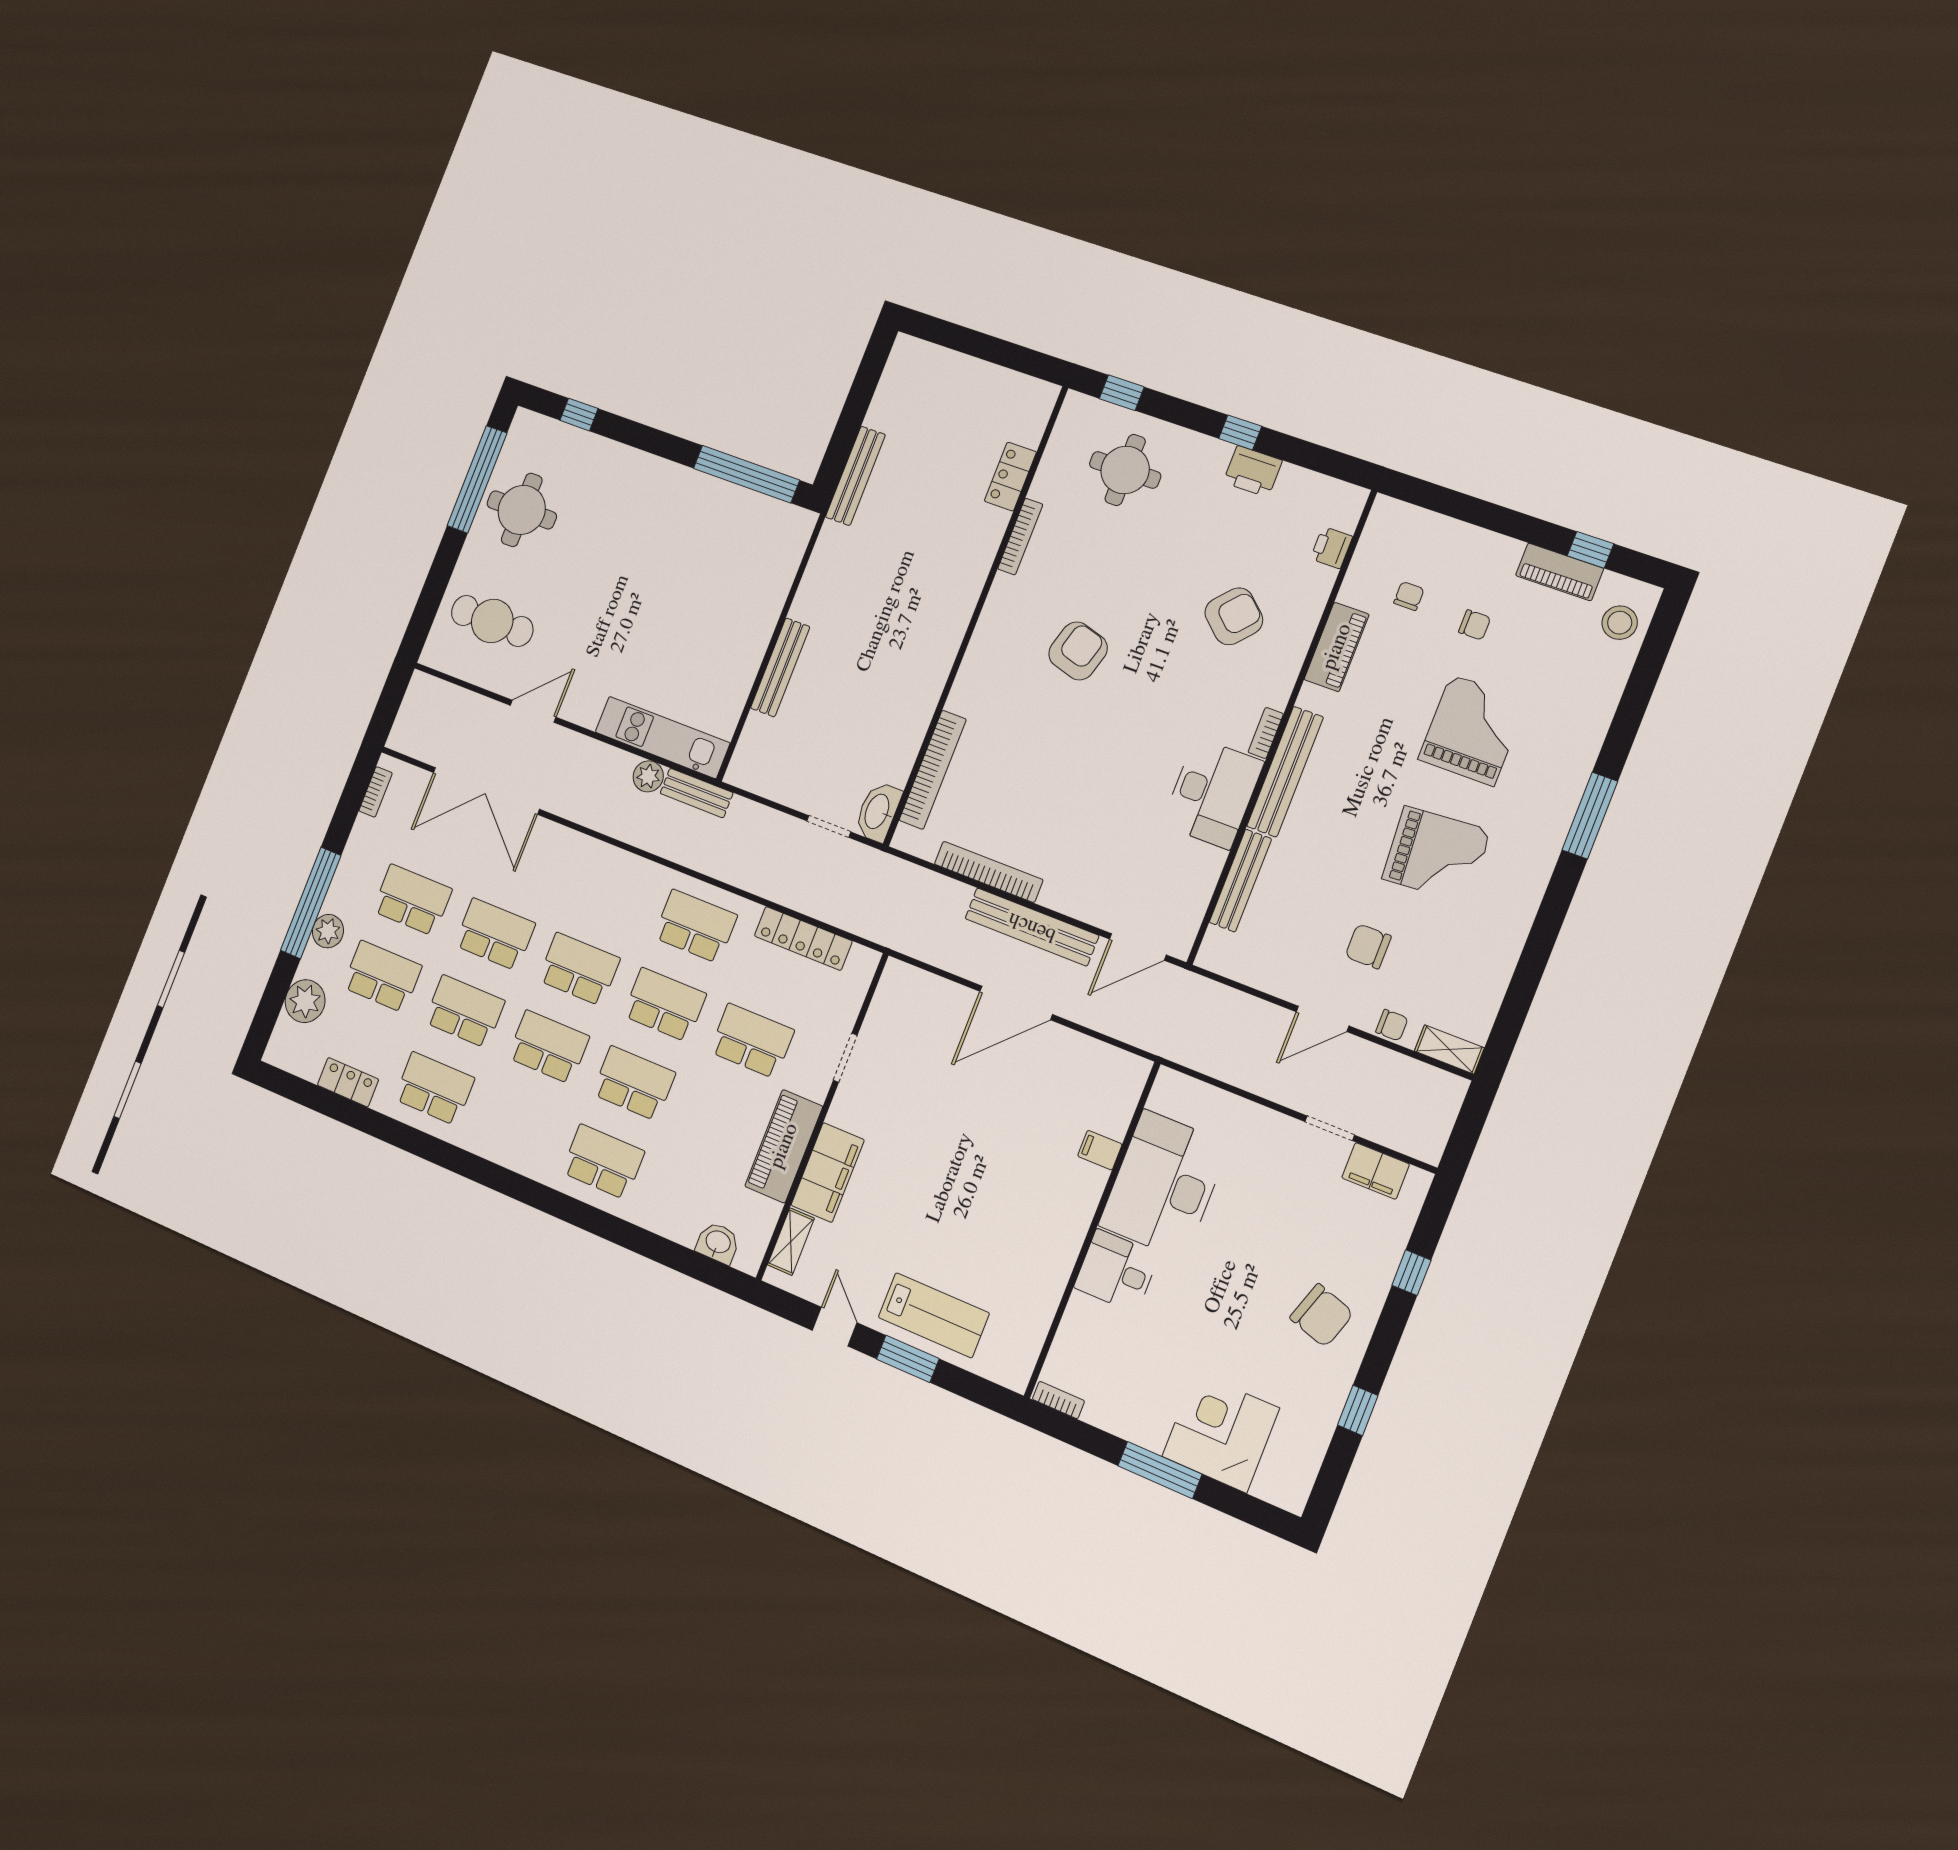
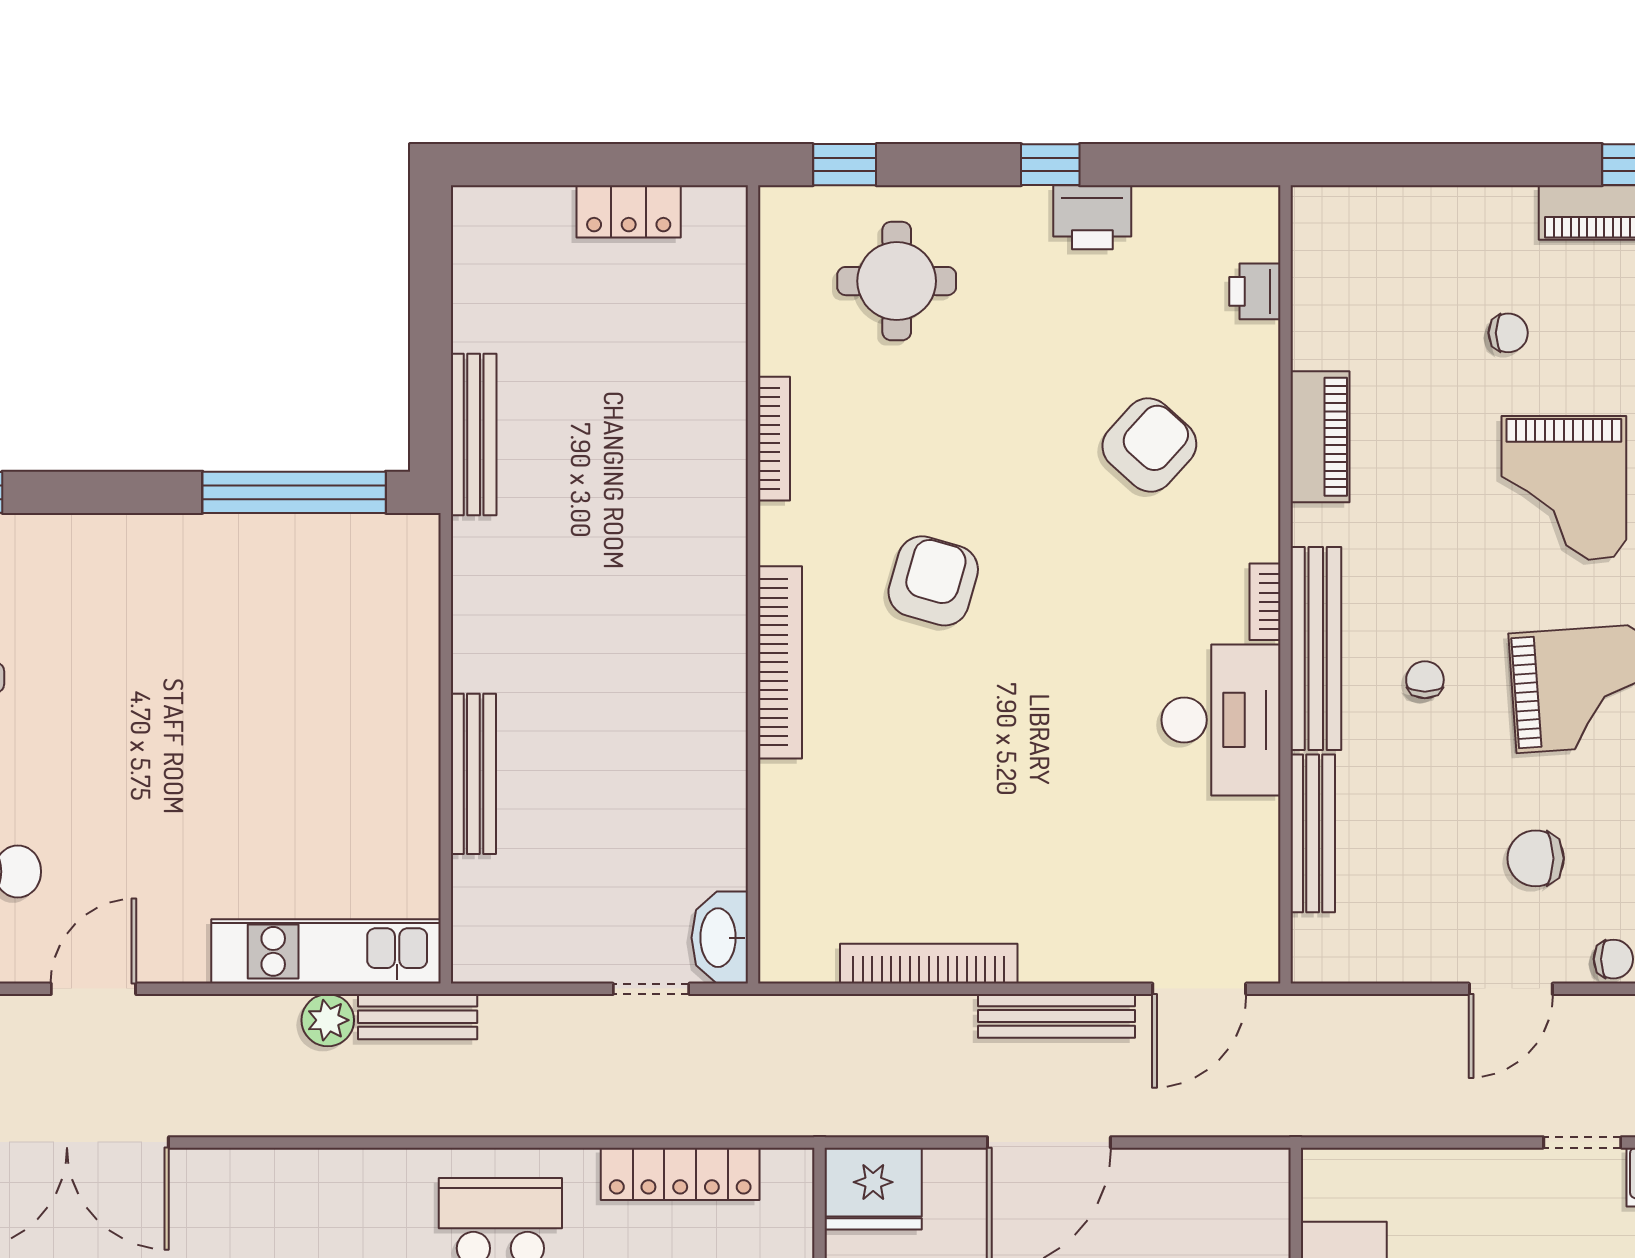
locker: (1010, 477) -> (629, 211), moved, turned -90
chair: (1409, 596) -> (1425, 680), moved
grand piano: (1472, 730) -> (1564, 488), turned 180
bookcase: (933, 770) -> (780, 662), moved
bench: (1032, 927) -> (1056, 1016), width x0.73, depth x0.82
fridge: (906, 990) -> (873, 1189), added

